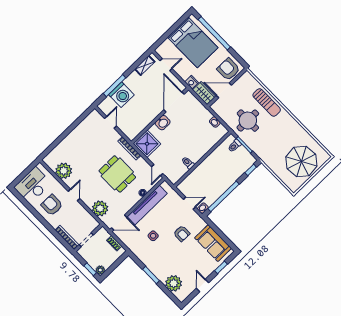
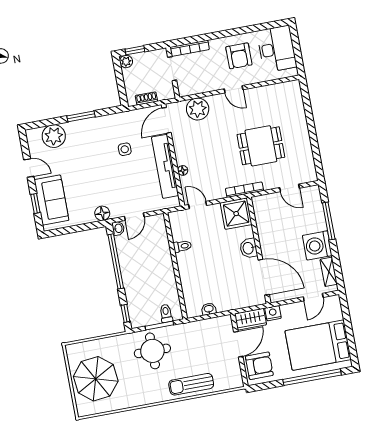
washing machine: (121, 95) -> (317, 246), moved
round table: (248, 121) -> (152, 351), moved
plant: (64, 171) -> (270, 96), removed
dining table: (117, 174) -> (261, 146), moved
armchair: (52, 205) -> (239, 56), turned 90
floor lamp: (200, 224) -> (102, 213), added
armchair: (182, 233) -> (105, 184), removed
sofa: (213, 243) -> (51, 200), moved, turned 90

